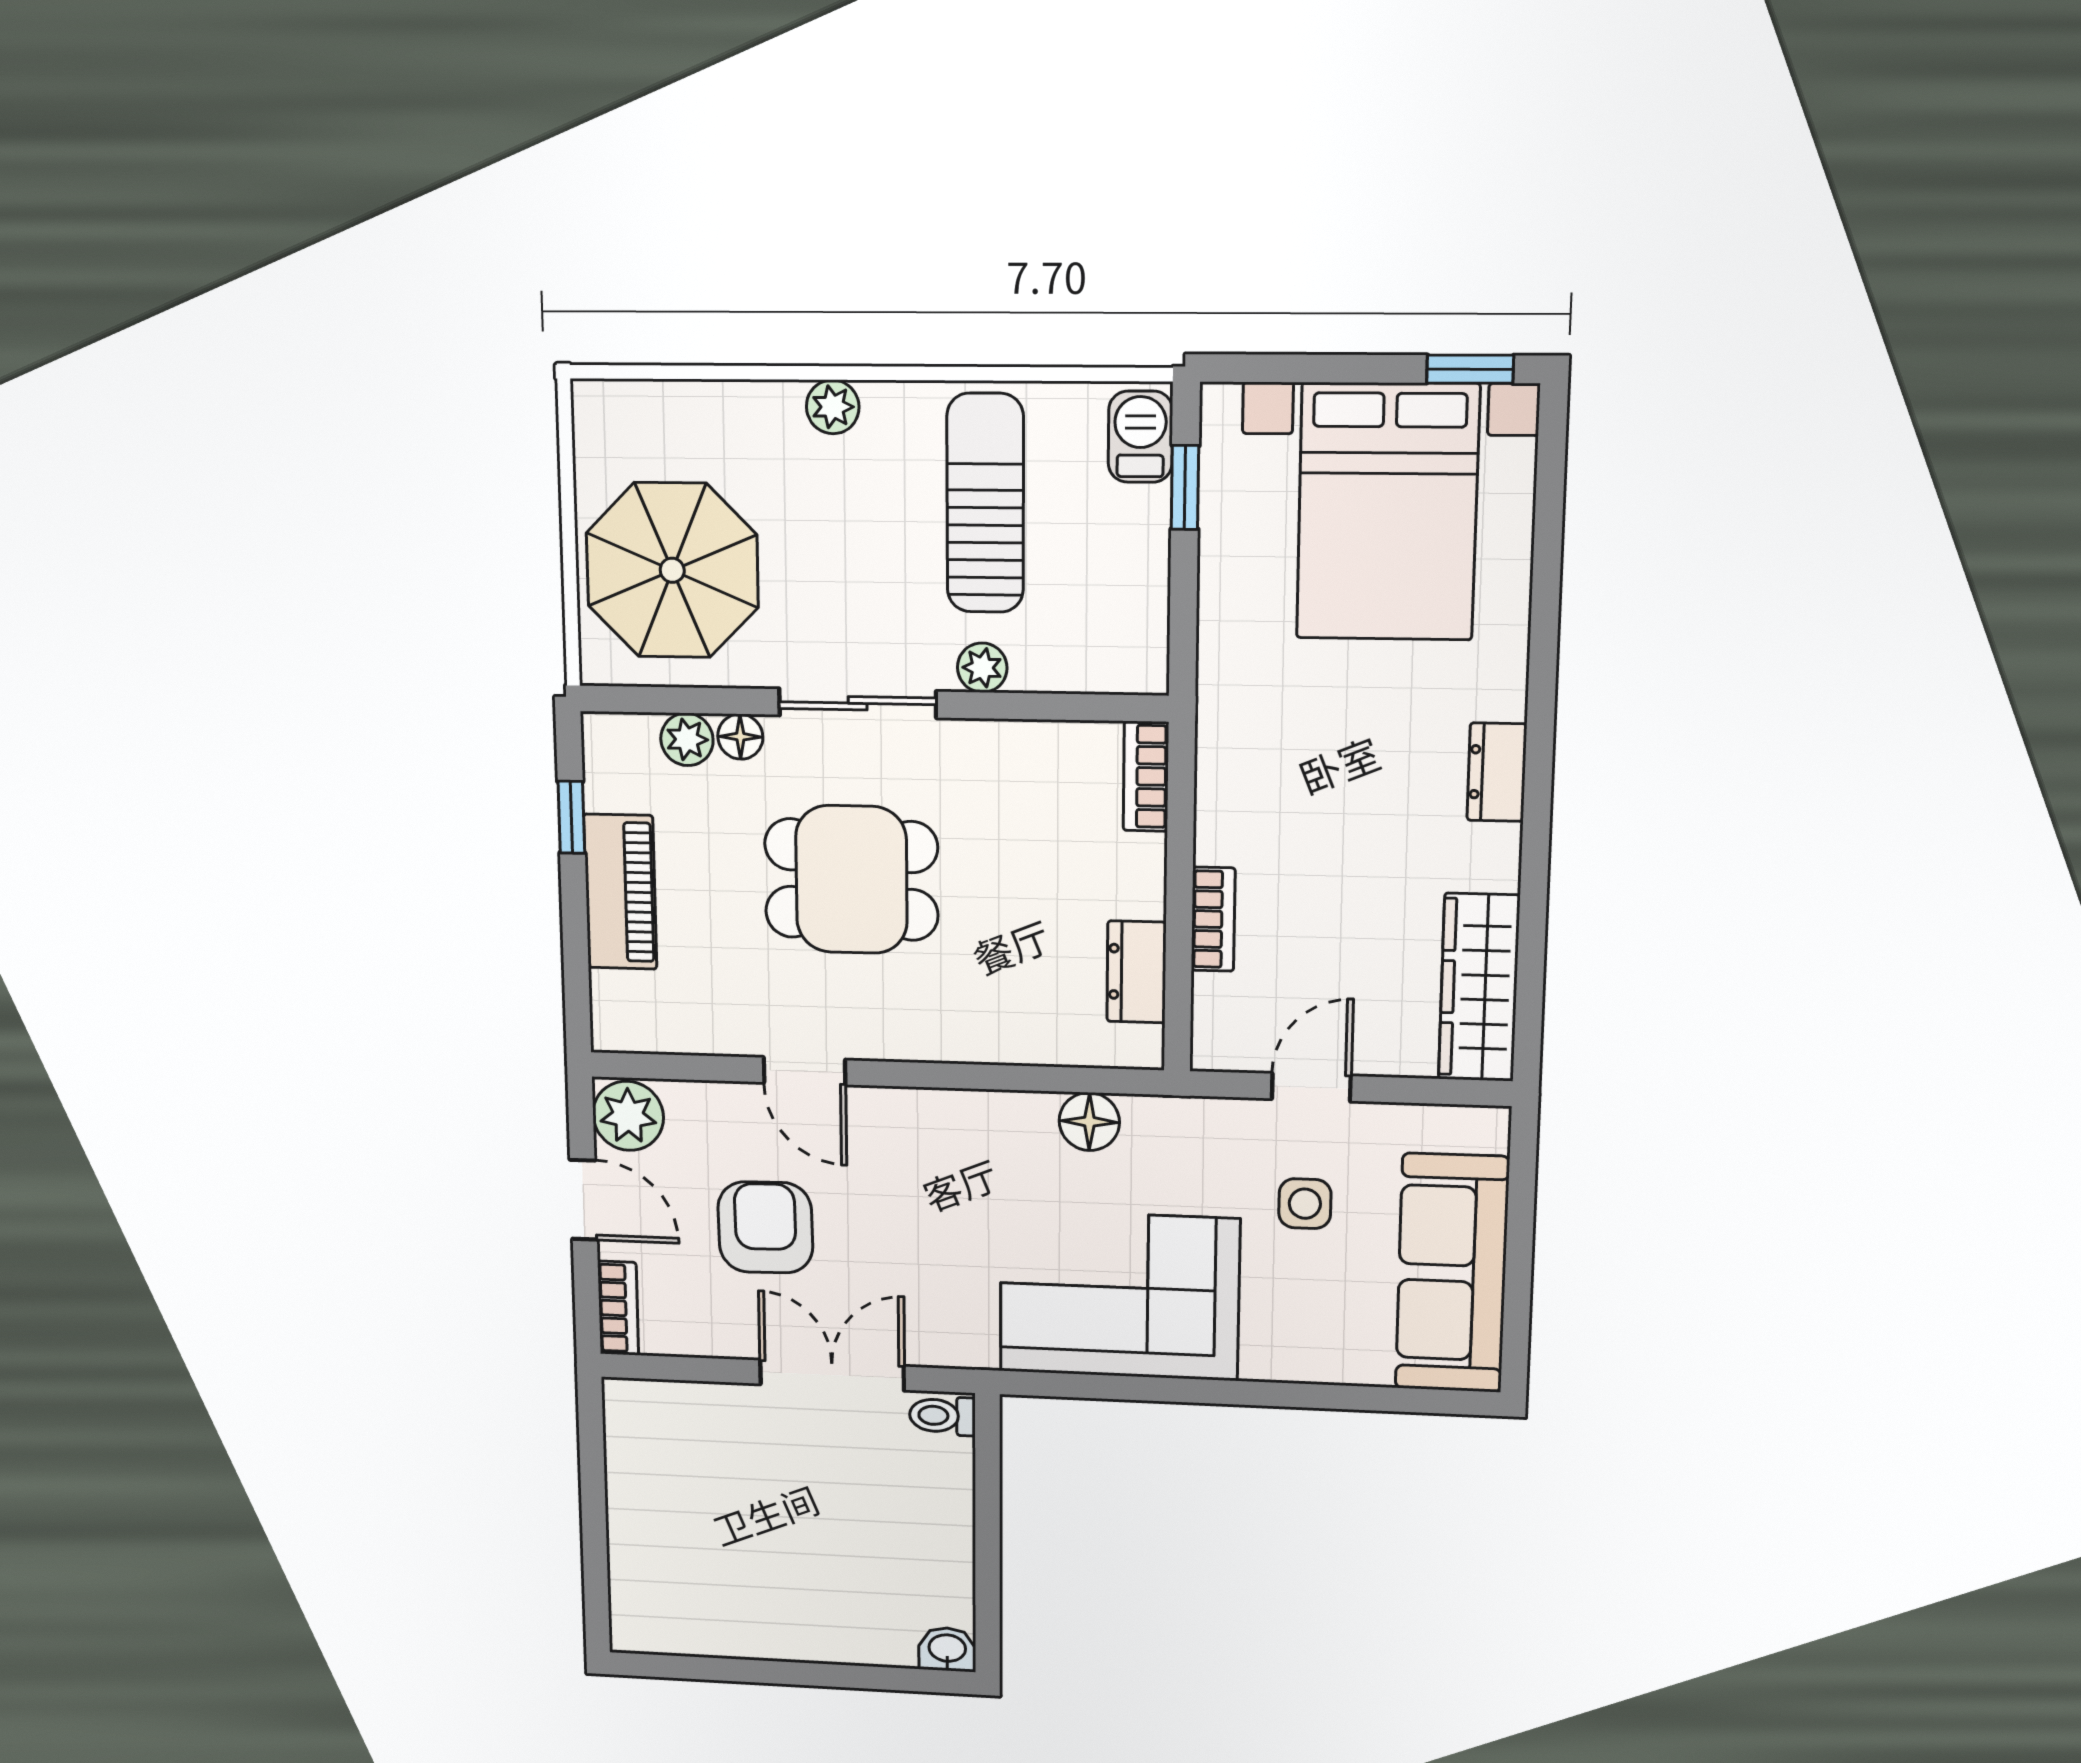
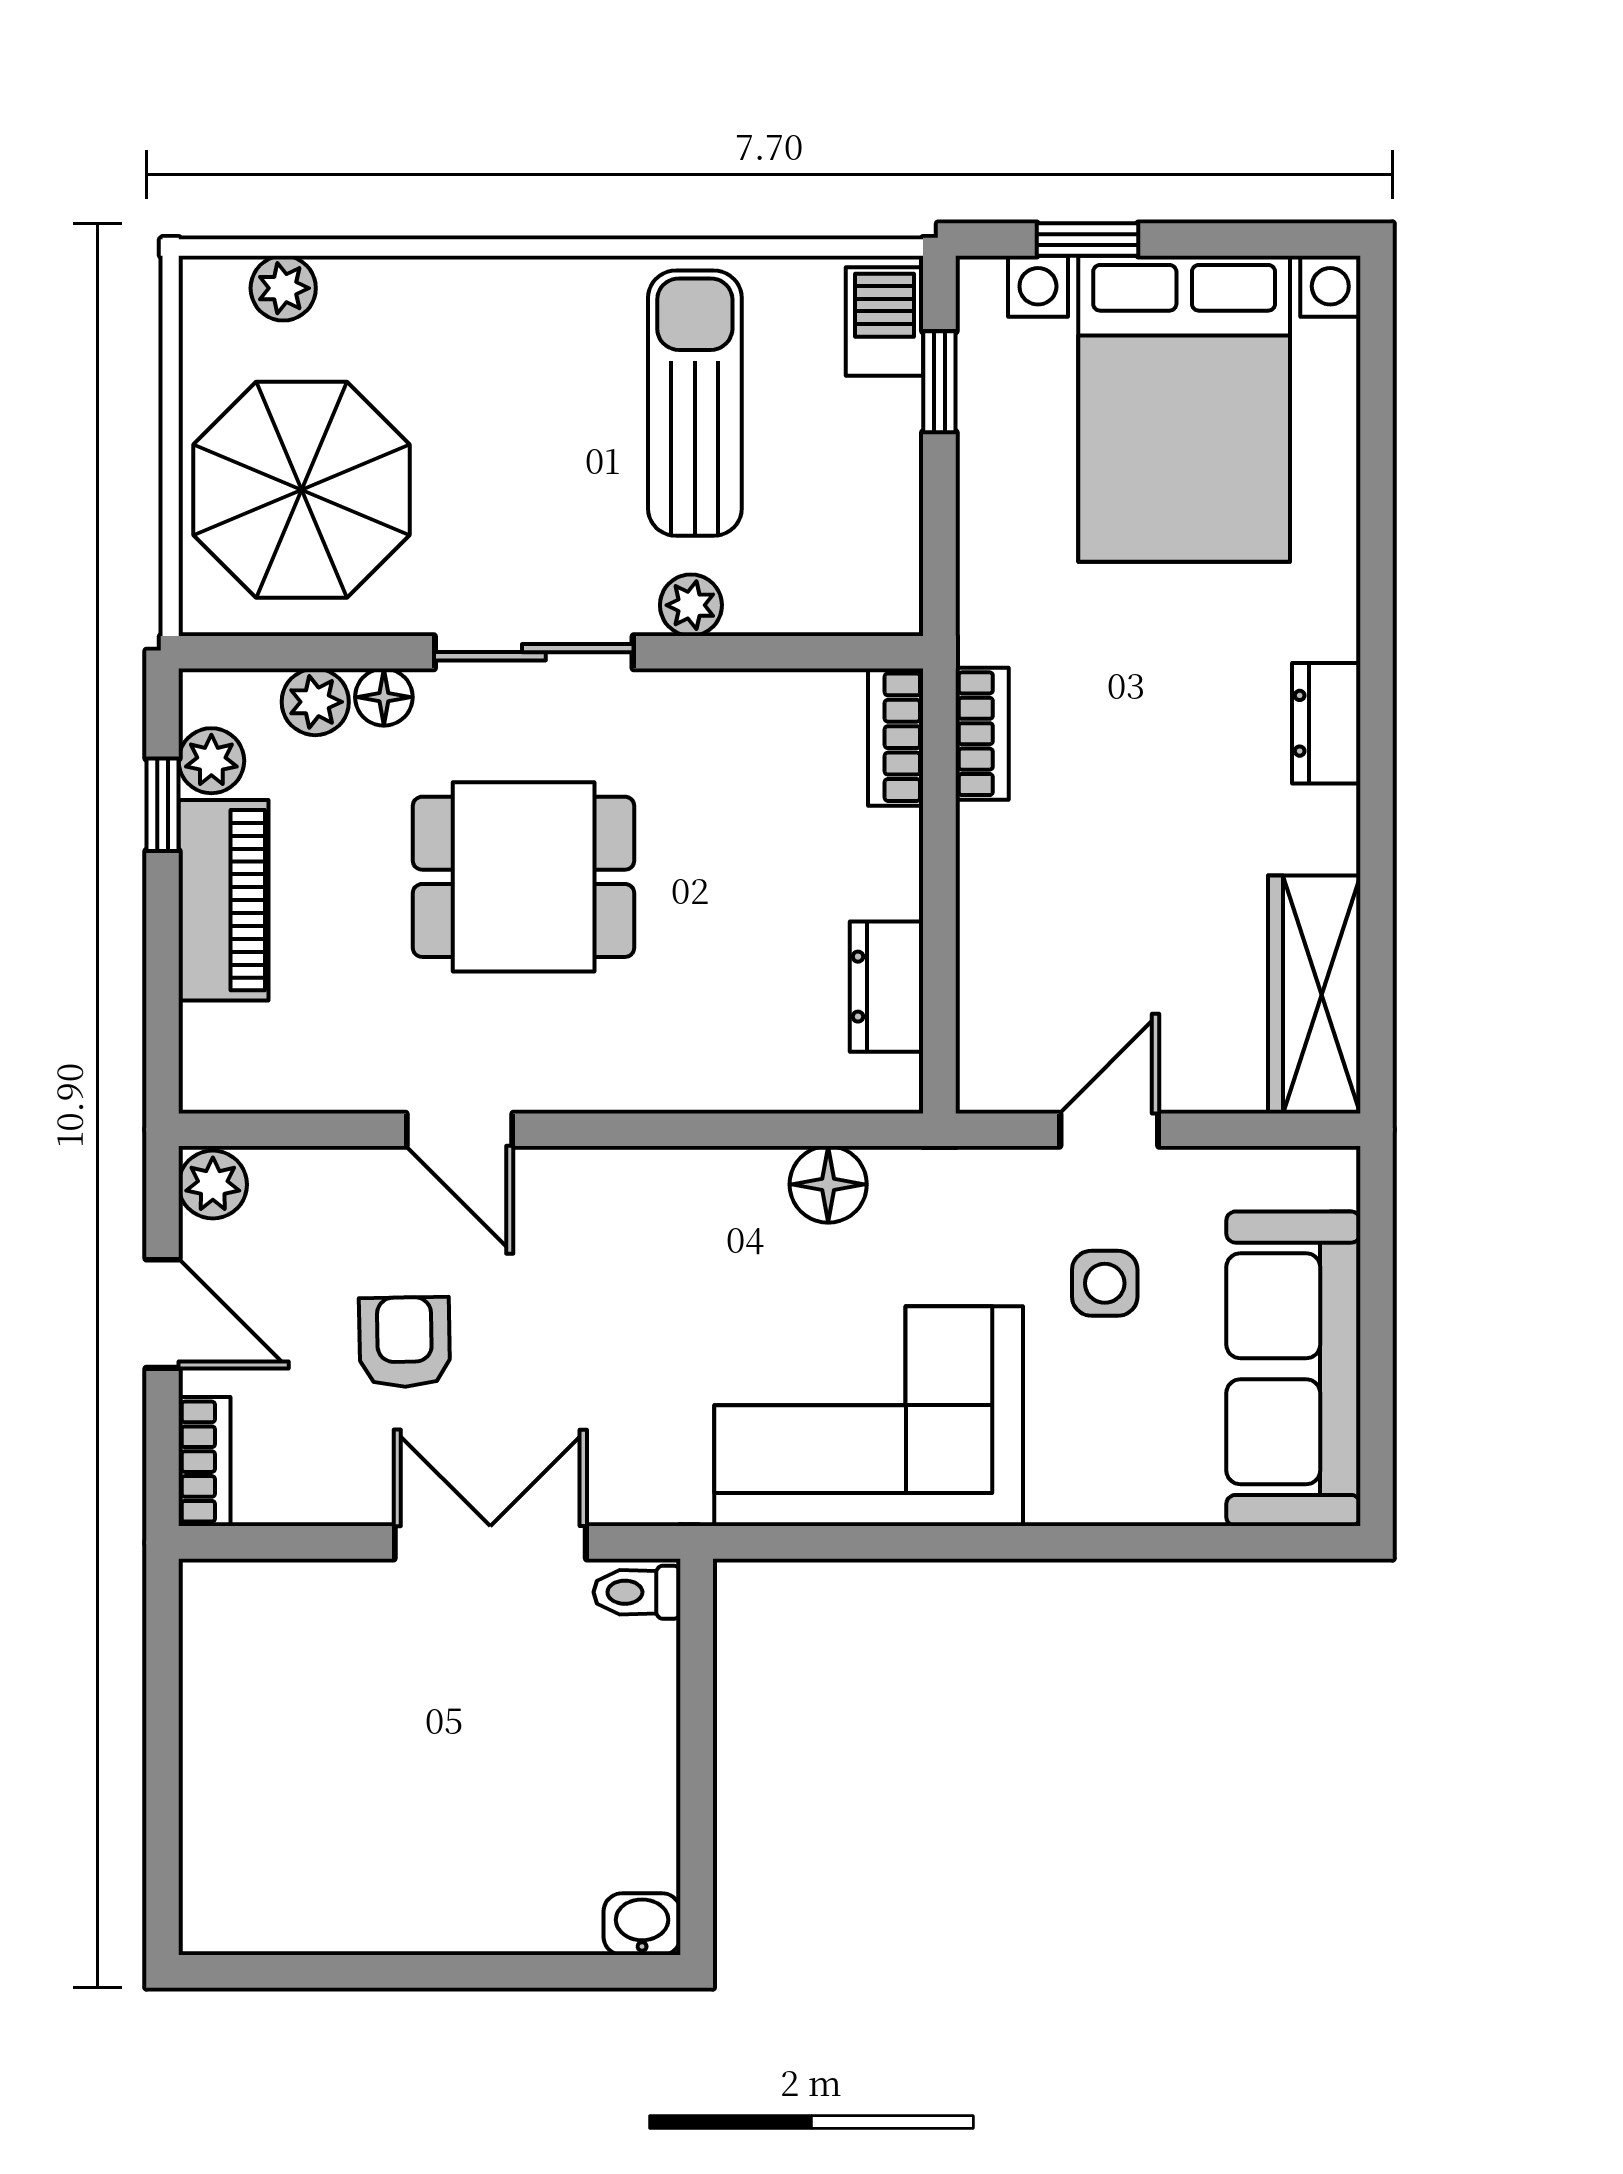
window: (1470, 369) -> (1088, 239), moved
plant: (833, 407) -> (283, 288), moved
plant: (608, 784) -> (211, 761), added
bookcase: (1213, 919) -> (982, 734), moved
plant: (628, 1116) -> (213, 1185), width x0.73, depth x0.73
armchair: (765, 1227) -> (405, 1342), width x0.72, depth x0.72

